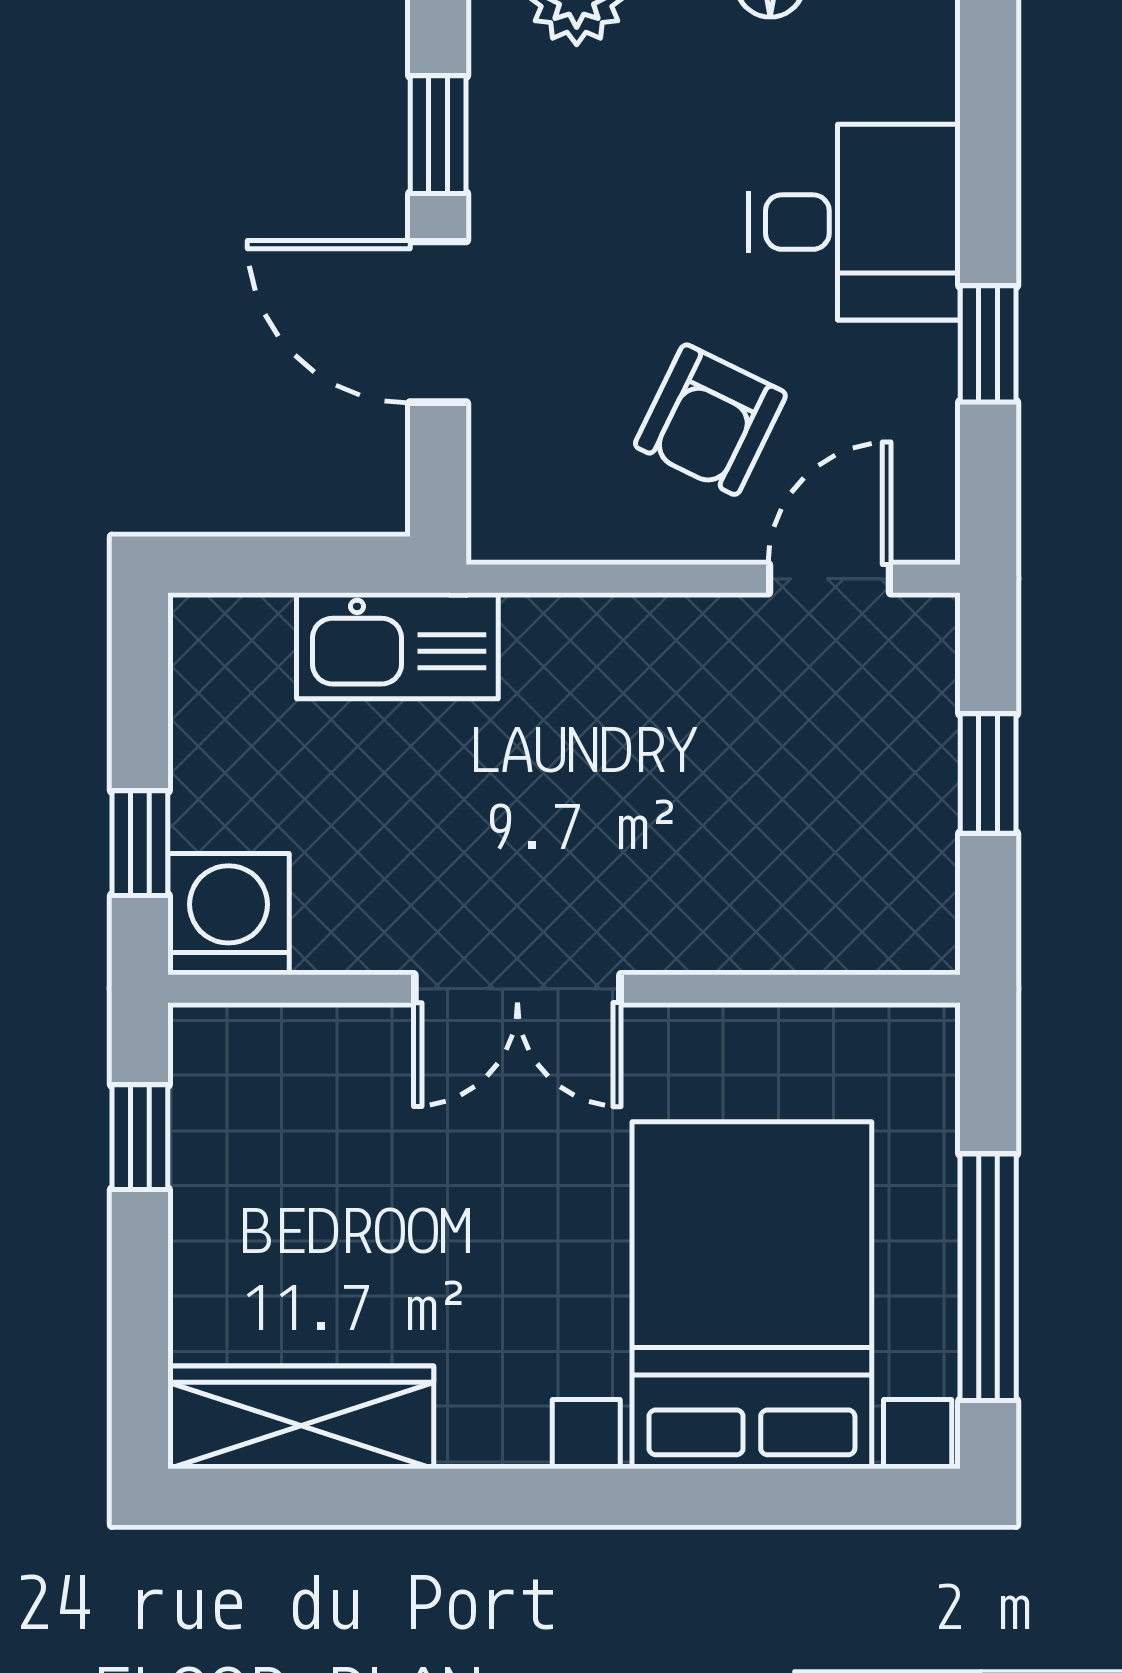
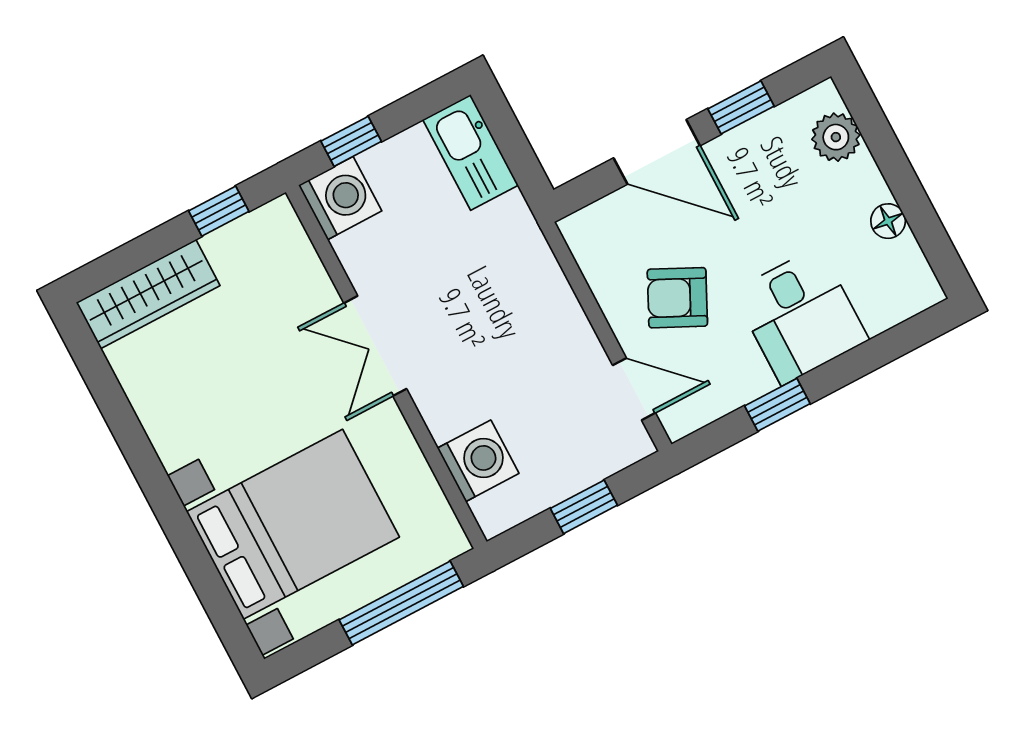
door: (438, 322) -> (657, 152), swing flipped
kitchen sink: (397, 646) -> (471, 152), moved
washing machine: (811, 915) -> (478, 461), added
window: (988, 1277) -> (401, 603), moved
wardrobe: (301, 1417) -> (148, 294), moved, turned 90

